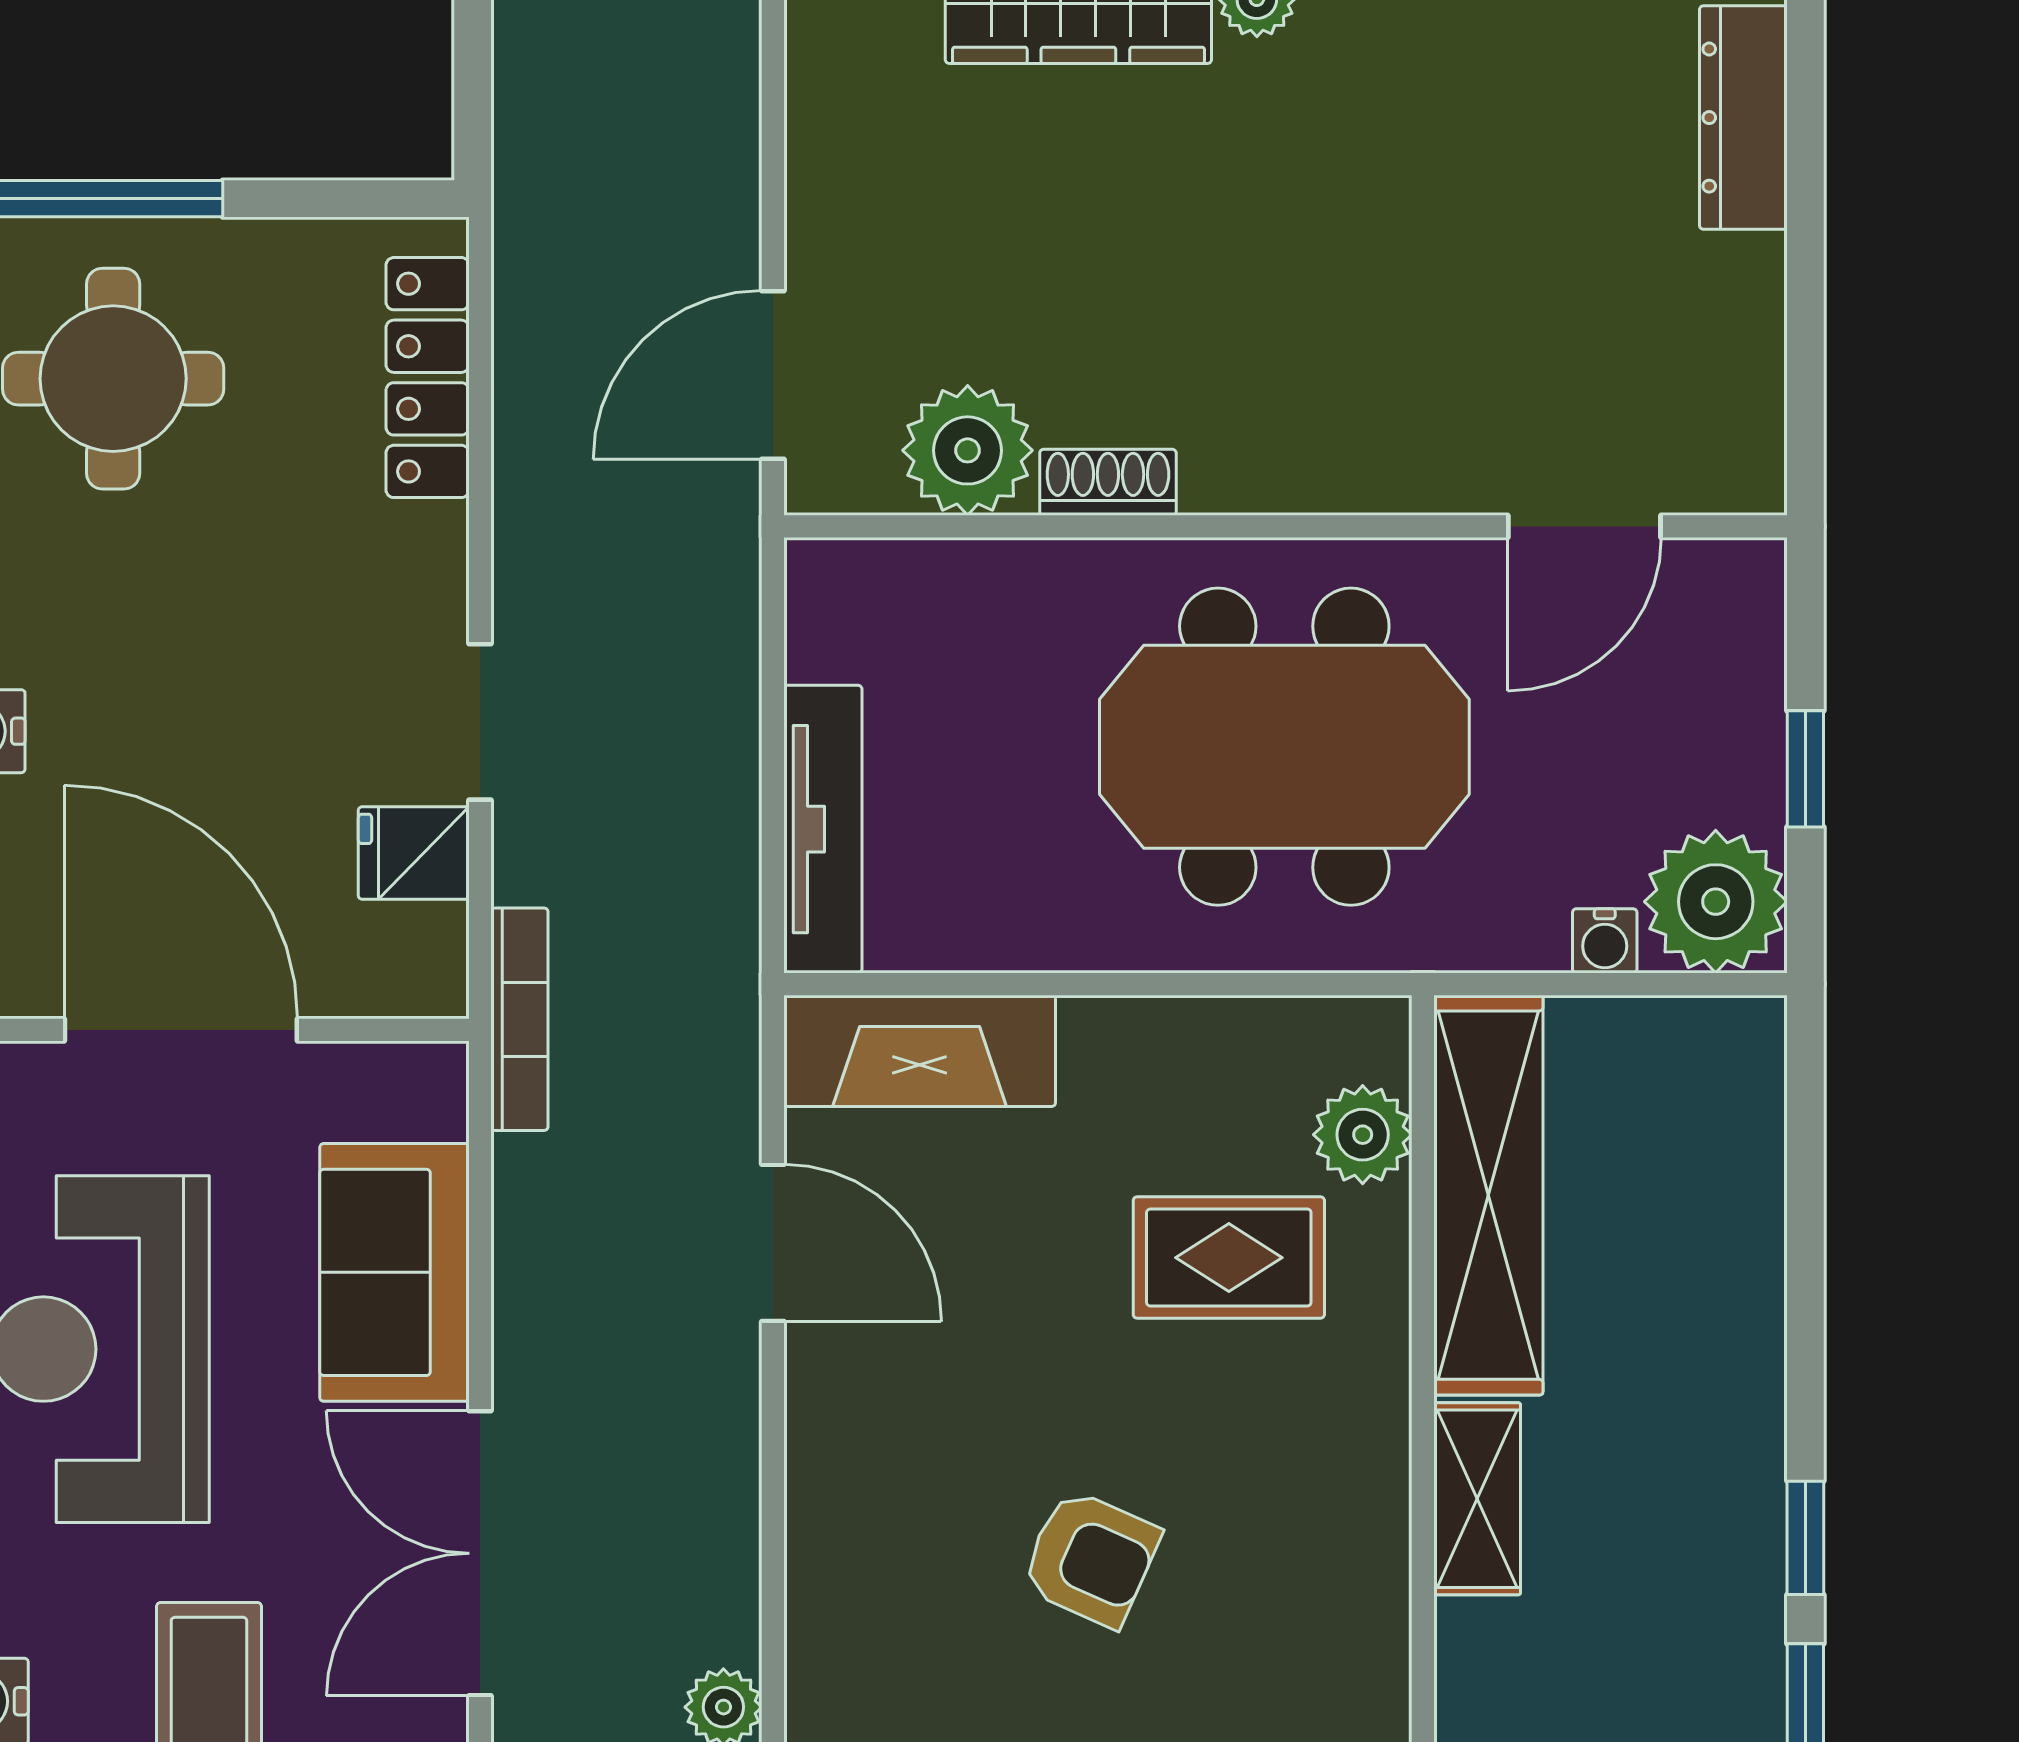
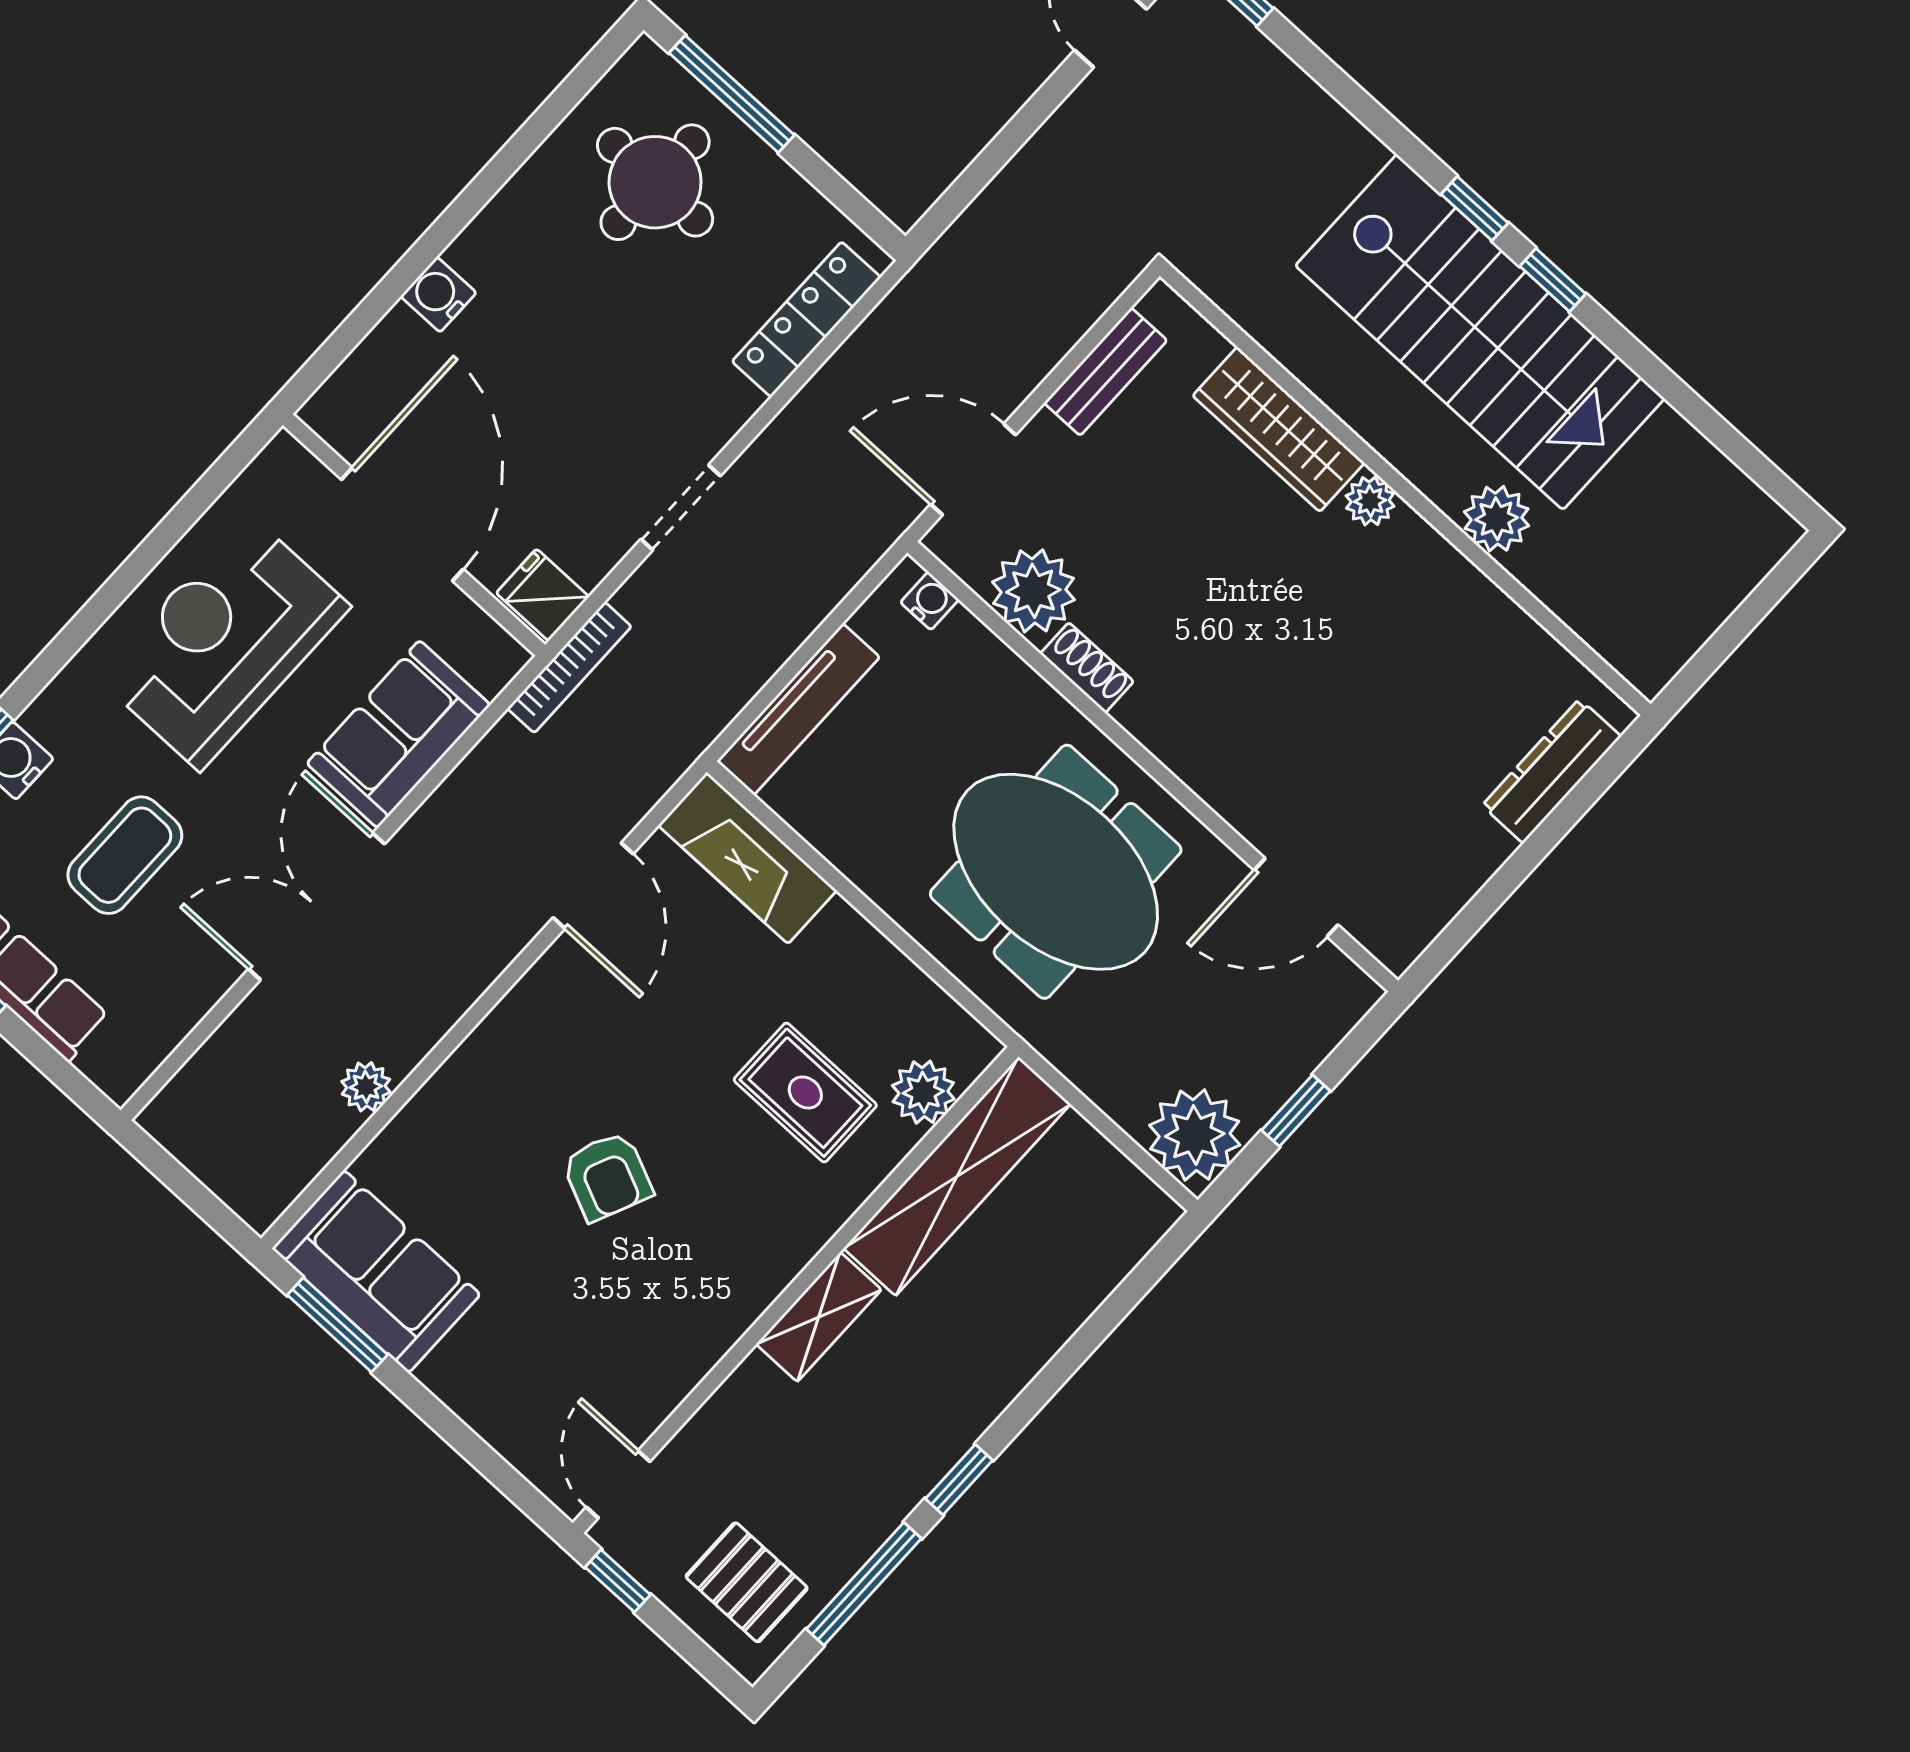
bench: (822, 126) -> (1106, 372), added
fridge: (414, 853) -> (543, 595), moved
water cooler: (1605, 941) -> (930, 601), moved, turned 180

